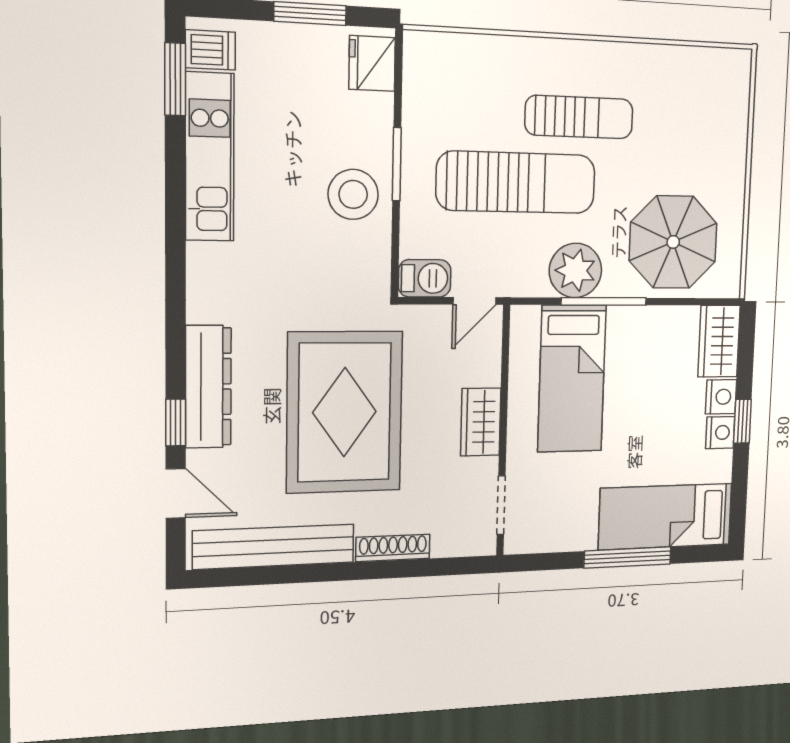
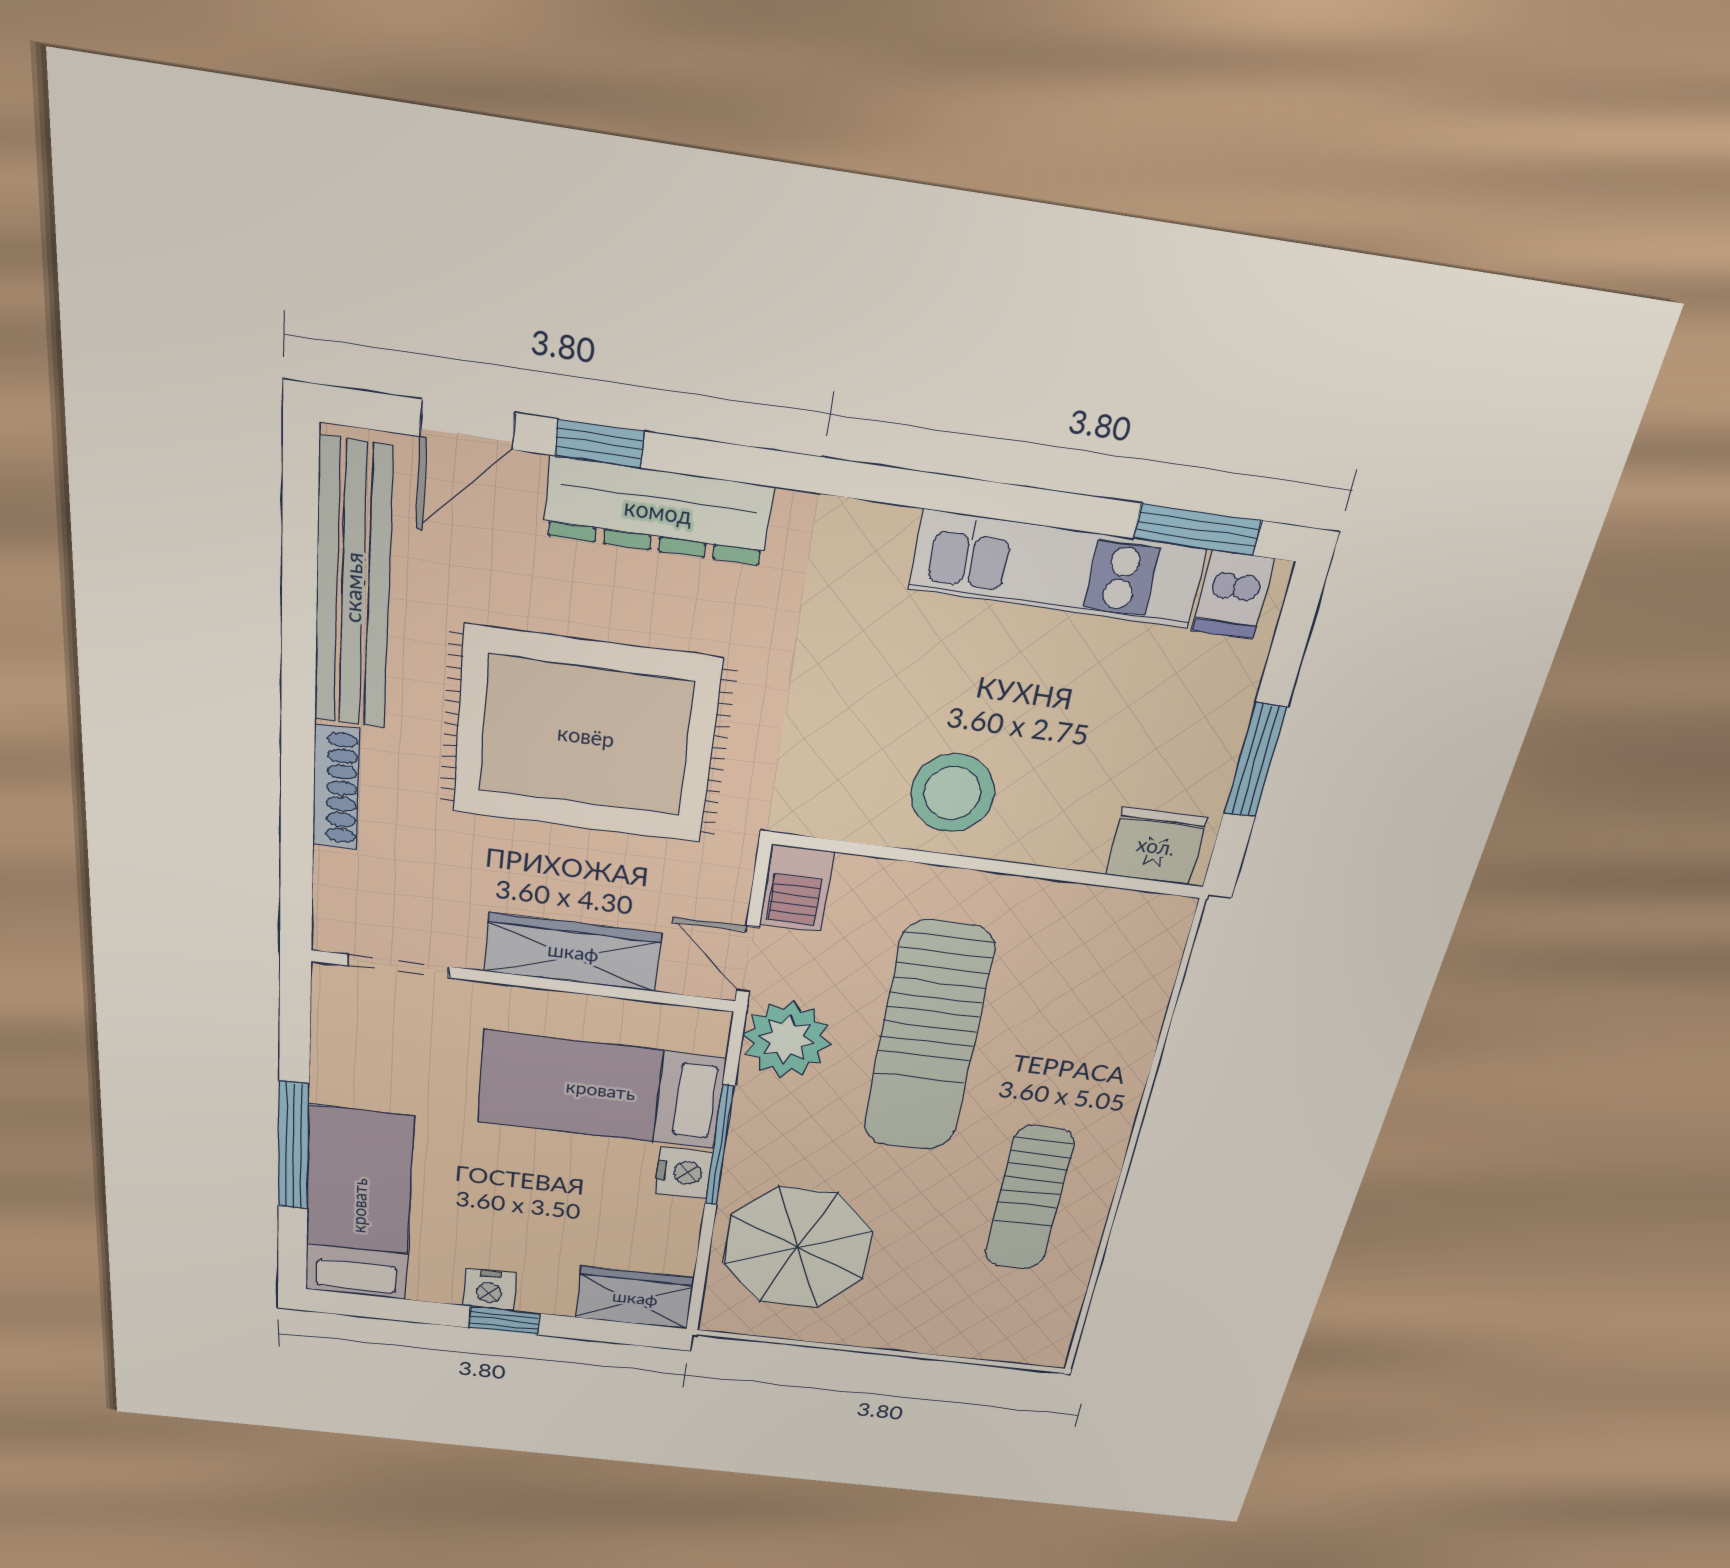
sun lounger: (579, 117) -> (1029, 1198), moved
window: (397, 164) -> (989, 865), removed
plant: (575, 270) -> (787, 1039), moved
nightstand: (721, 397) -> (684, 1173), moved, turned -90
wardrobe: (481, 422) -> (573, 952), width x1.50

